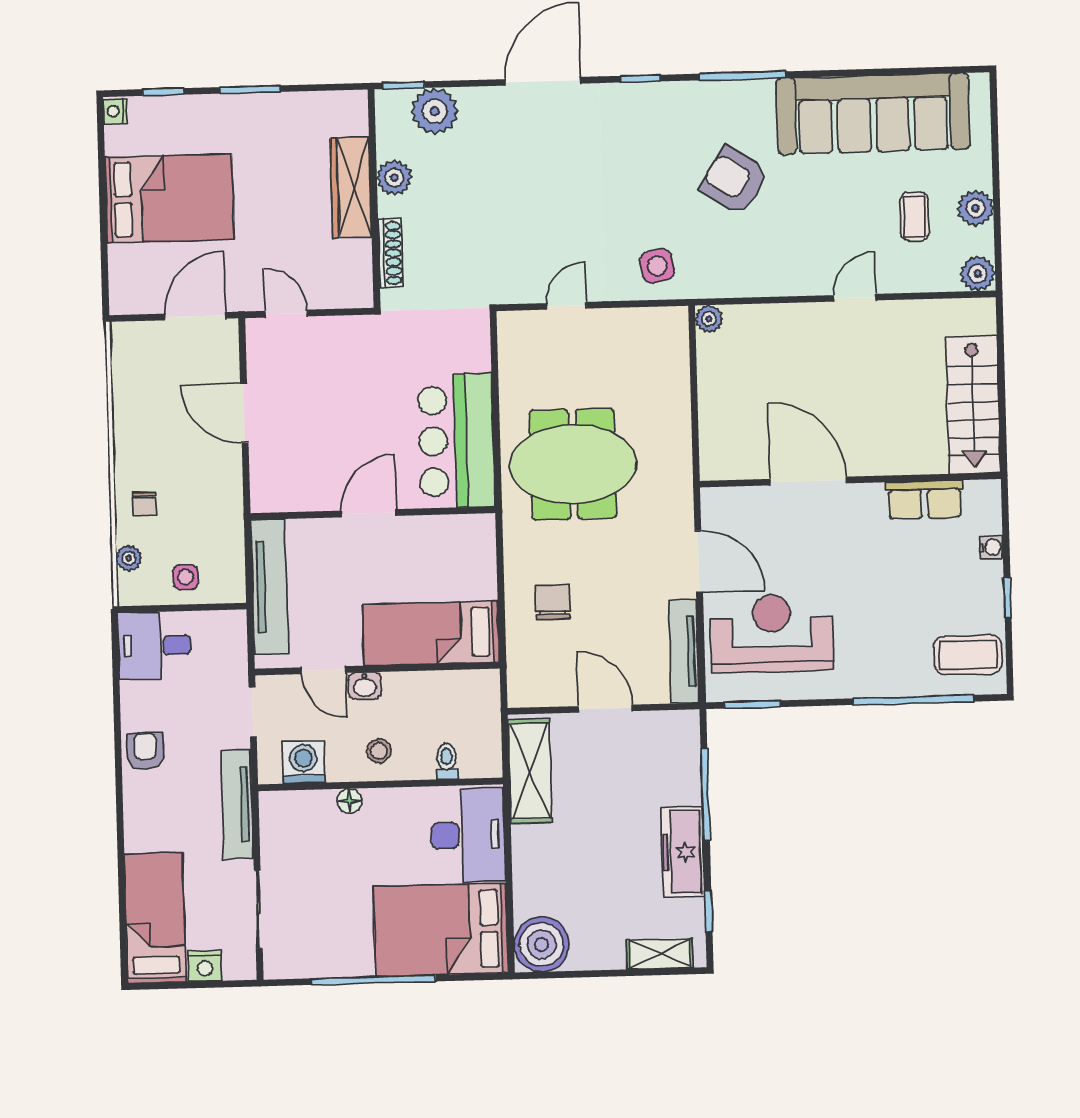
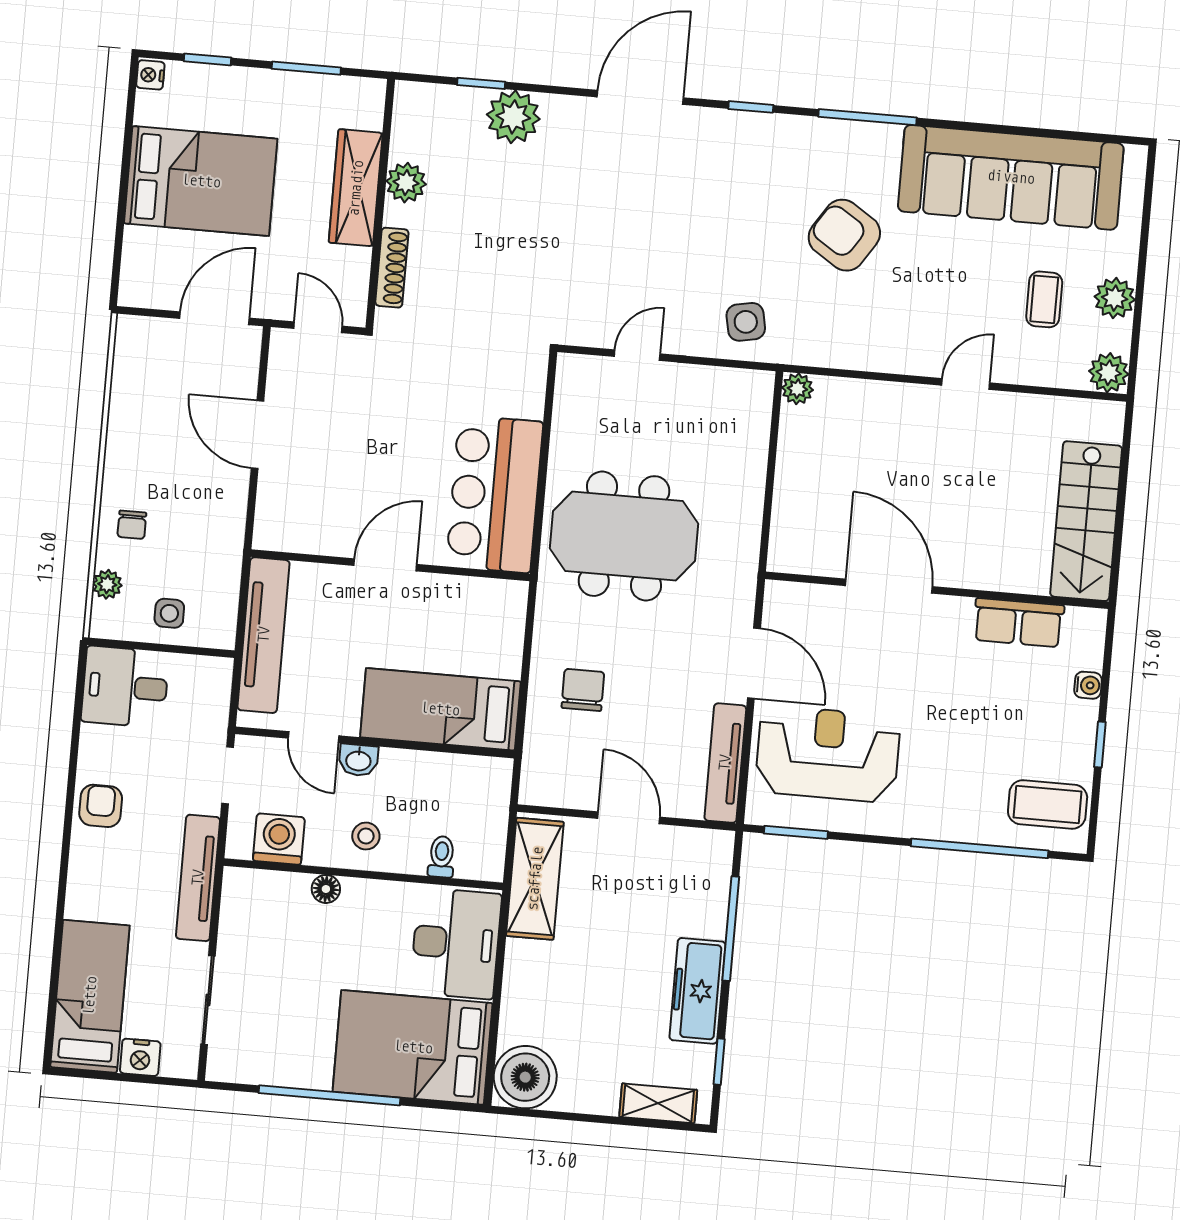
plant: (394, 178) -> (406, 183), moved
wardrobe: (351, 187) -> (356, 188), moved
wall: (374, 199) -> (380, 204), moved
shoe rack: (391, 253) -> (392, 268), moved

